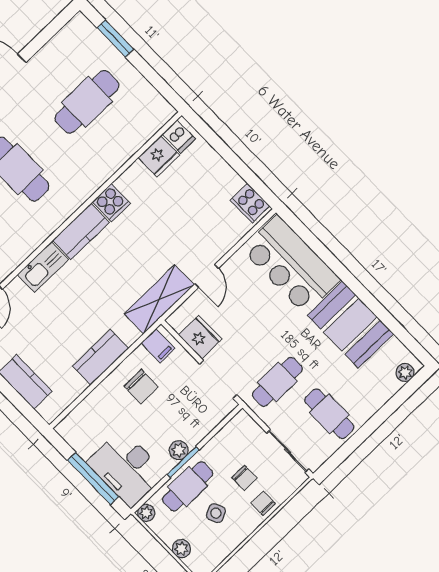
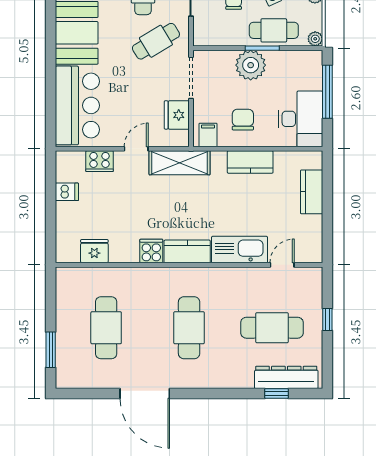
cafe table: (87, 102) -> (106, 328), turned 90
dishwasher: (179, 137) -> (67, 192), moved, turned 90
cooker: (250, 203) -> (100, 161), moved, turned 90
kitchen sink: (43, 267) -> (240, 250), width x1.36, depth x1.24
cafe table: (277, 382) -> (156, 41), turned -31
plant: (179, 450) -> (251, 65), width x1.87, depth x1.87
desk: (126, 468) -> (301, 119), moved

